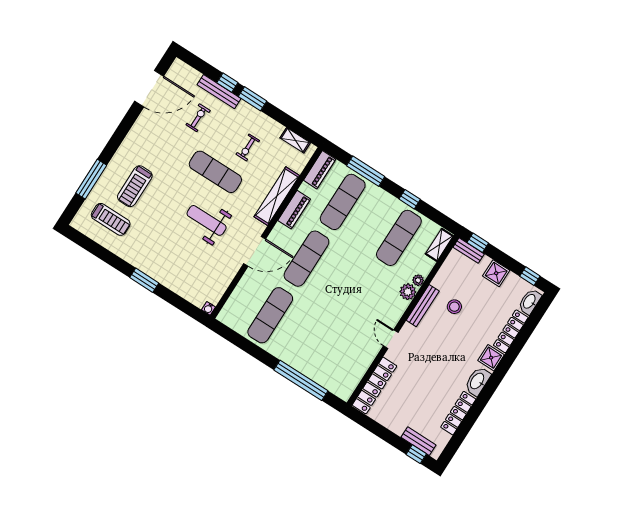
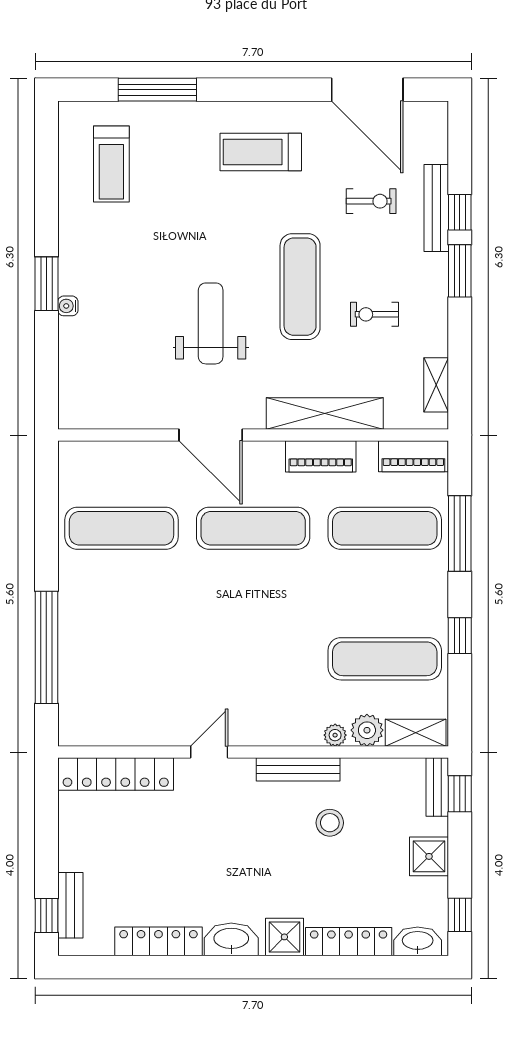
treadmill: (135, 186) -> (261, 152), moved
plant: (408, 292) -> (367, 730), moved
water cooler: (209, 308) -> (68, 306), moved

